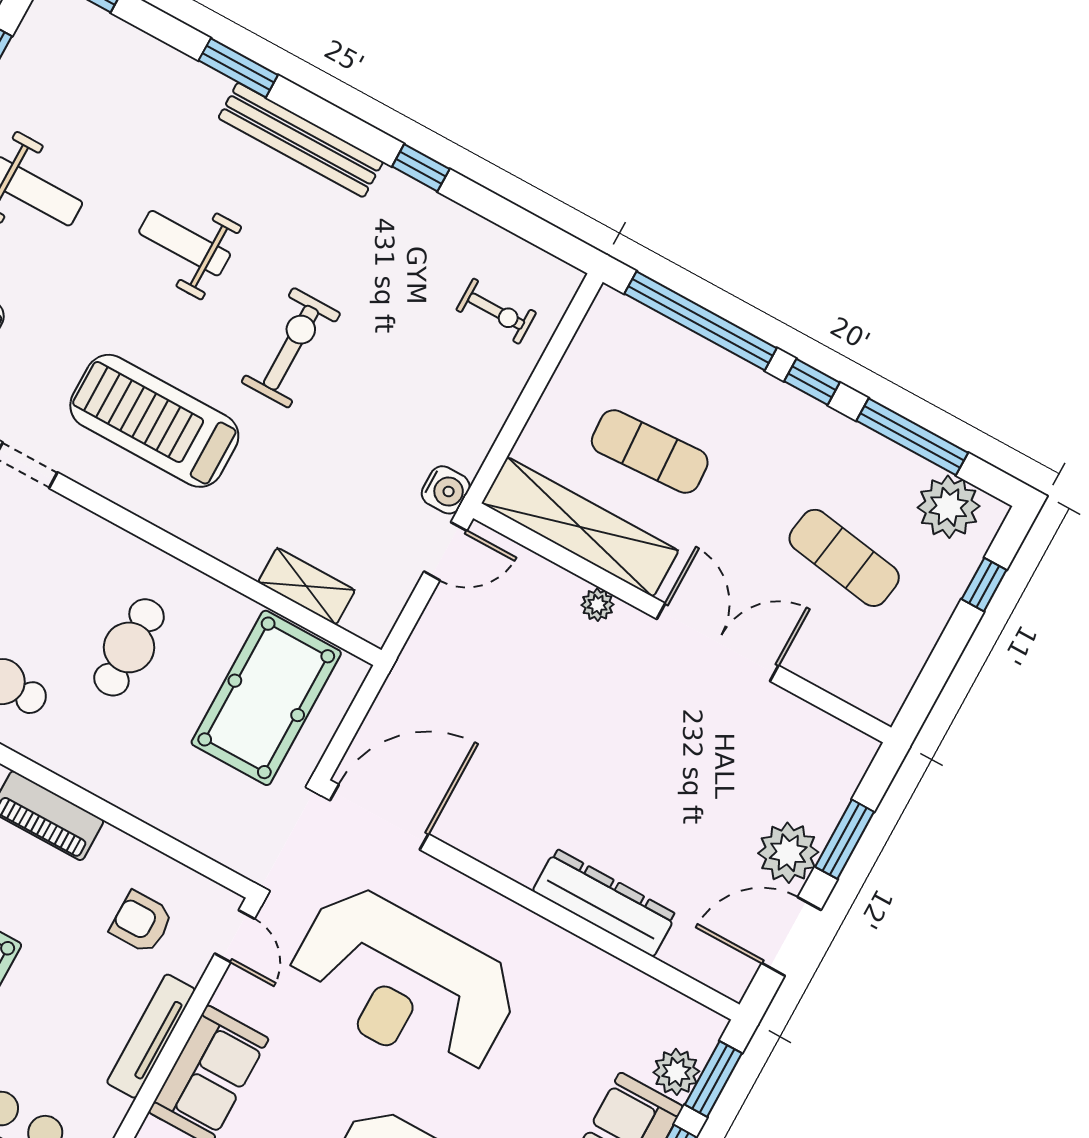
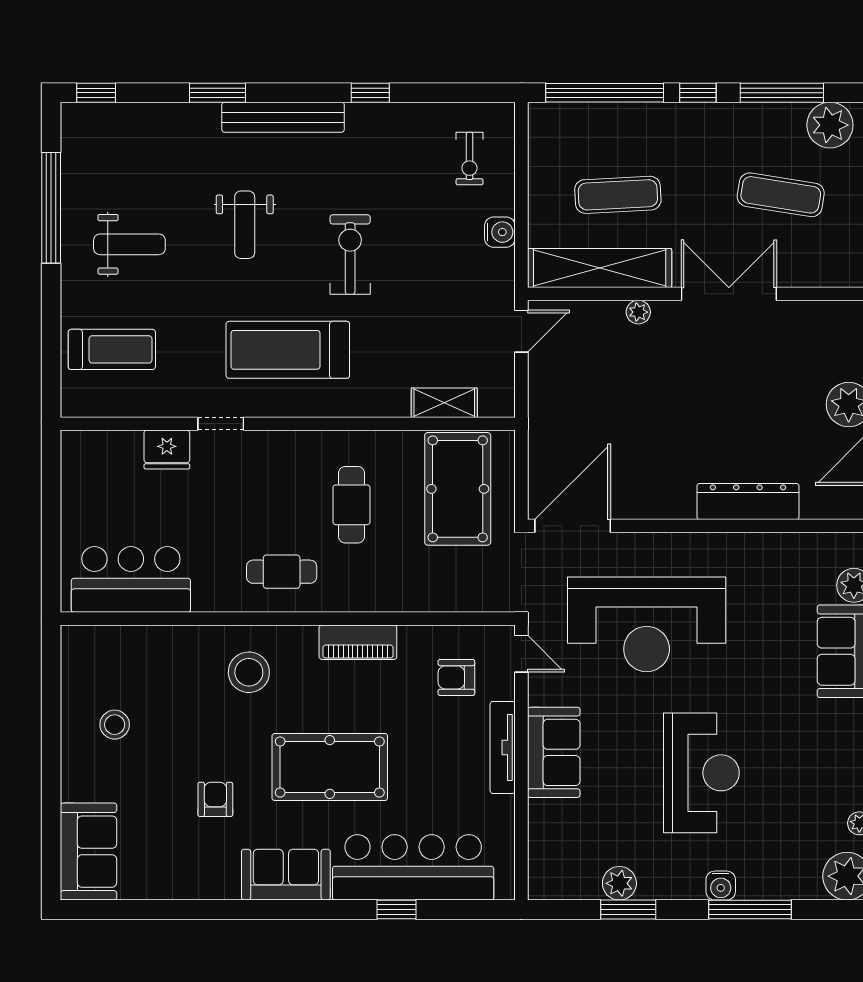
weight bench: (185, 243) -> (245, 225), turned -90
exercise bike: (496, 311) -> (469, 159), turned 90
water cooler: (446, 490) -> (500, 232), moved

